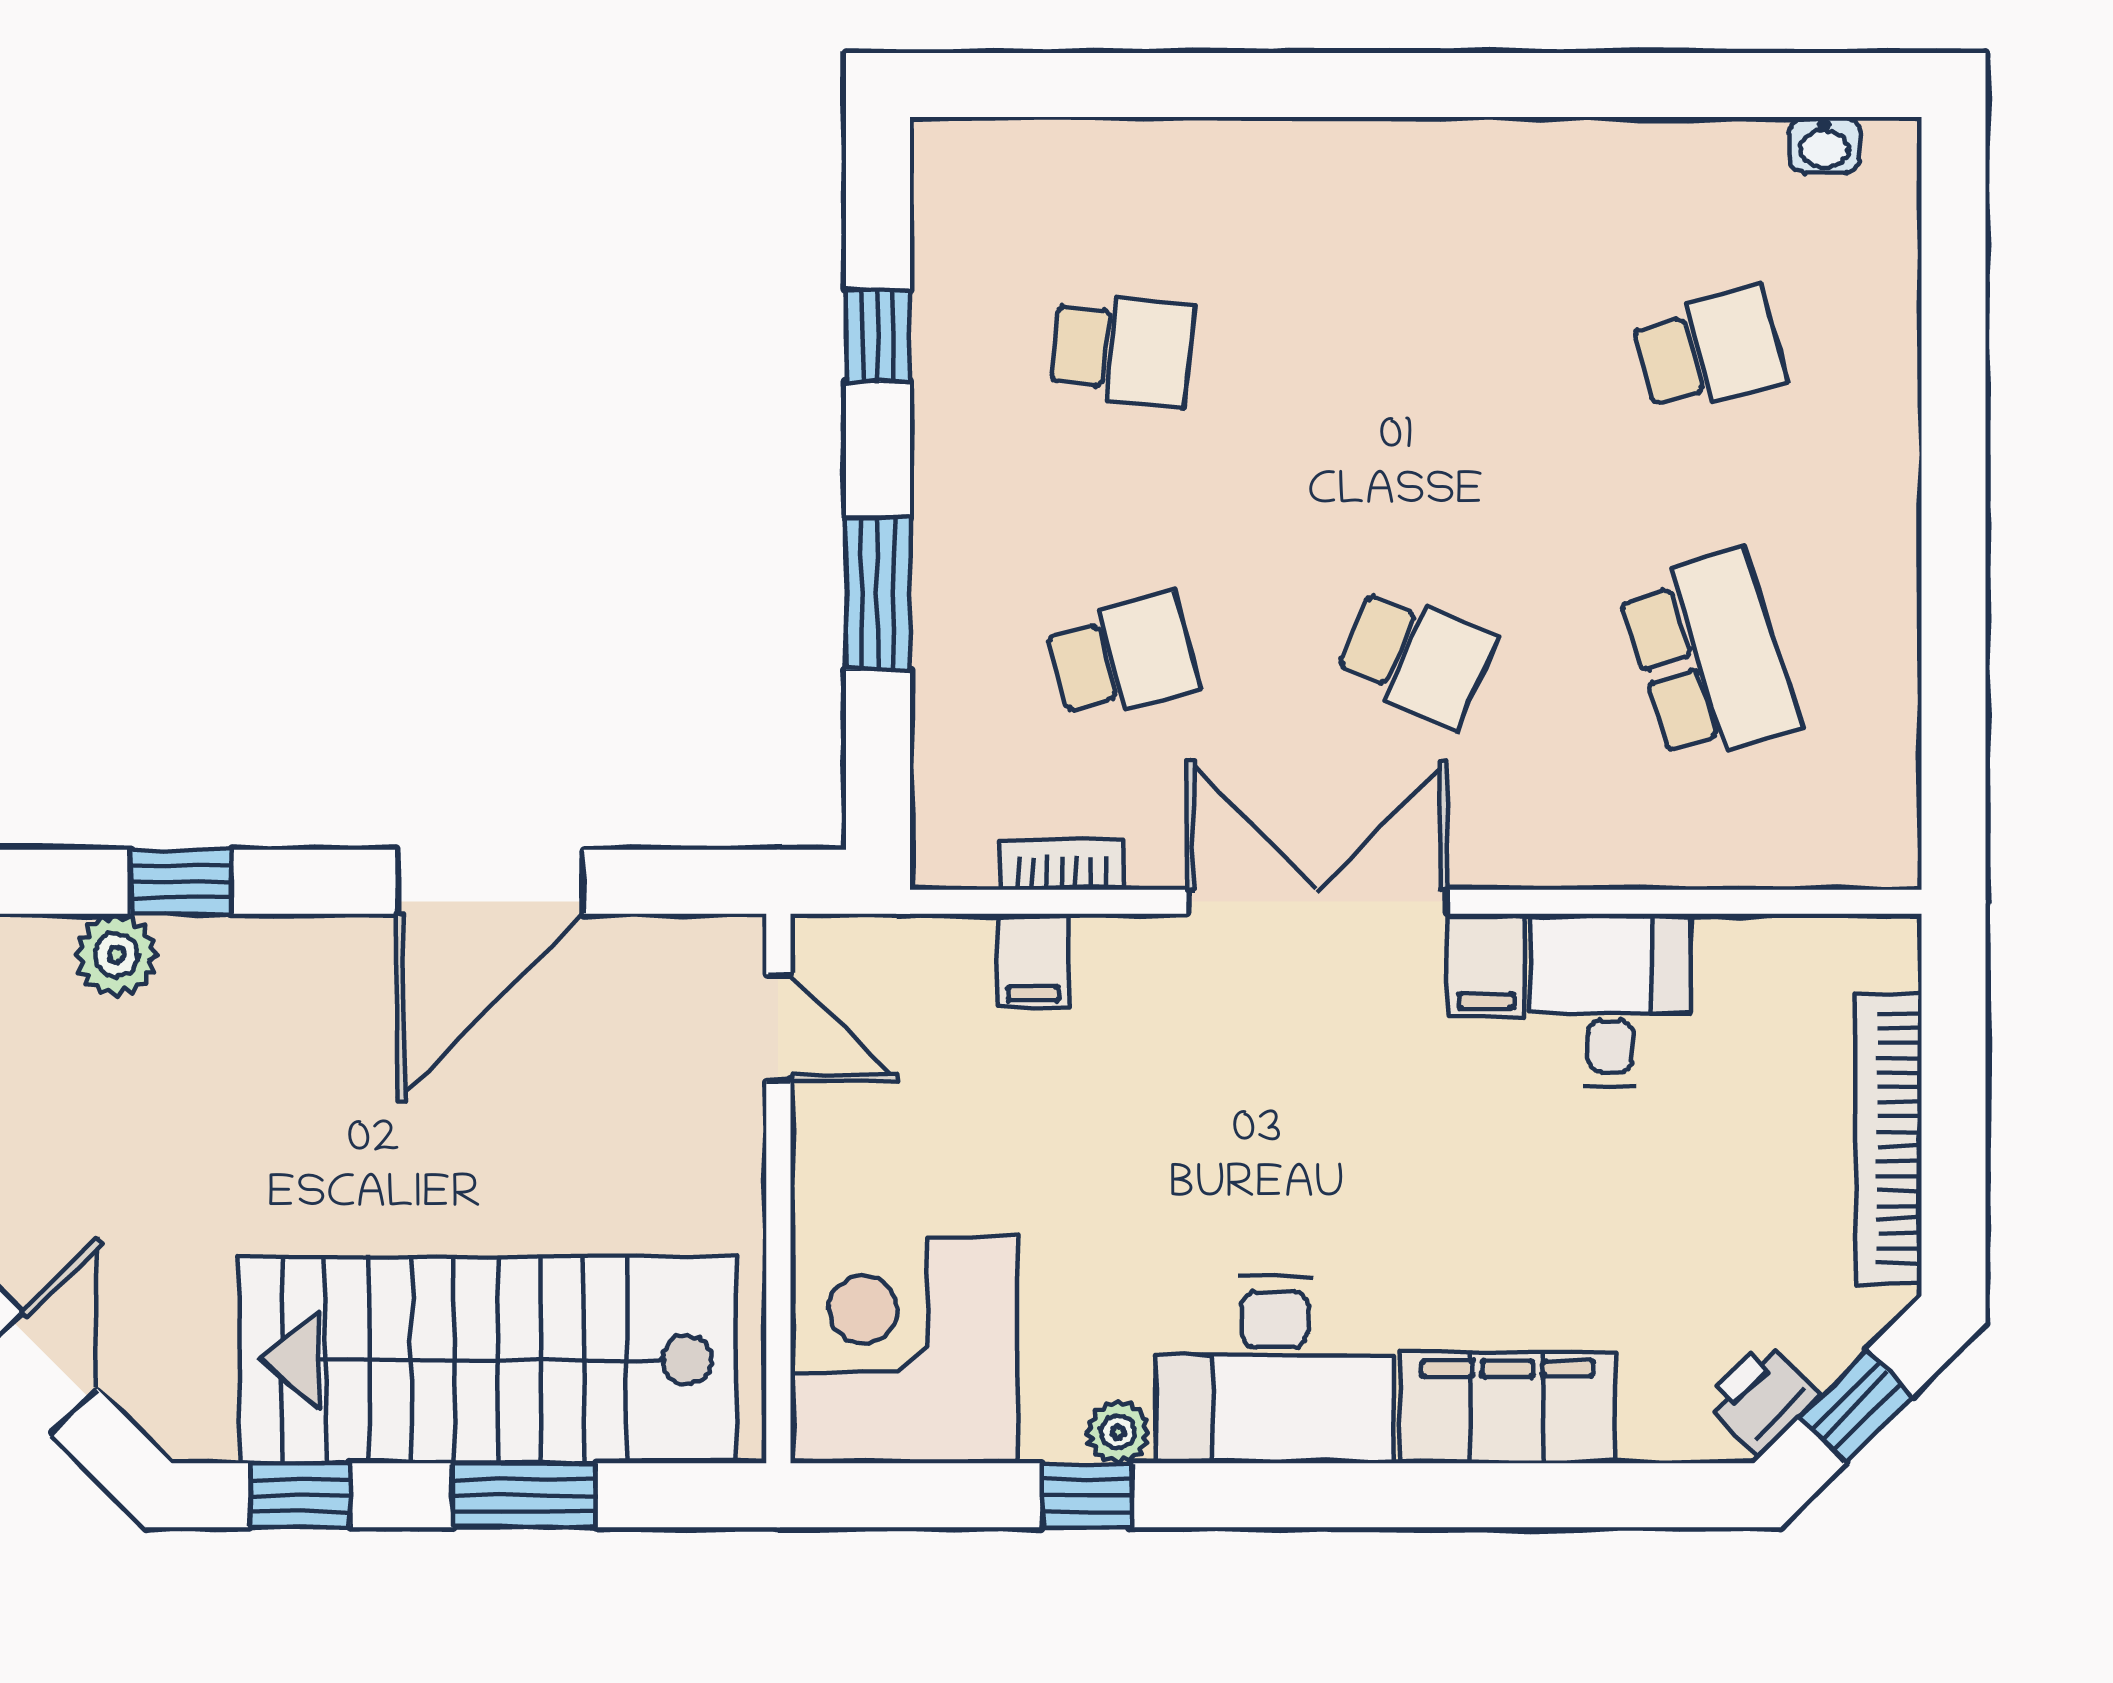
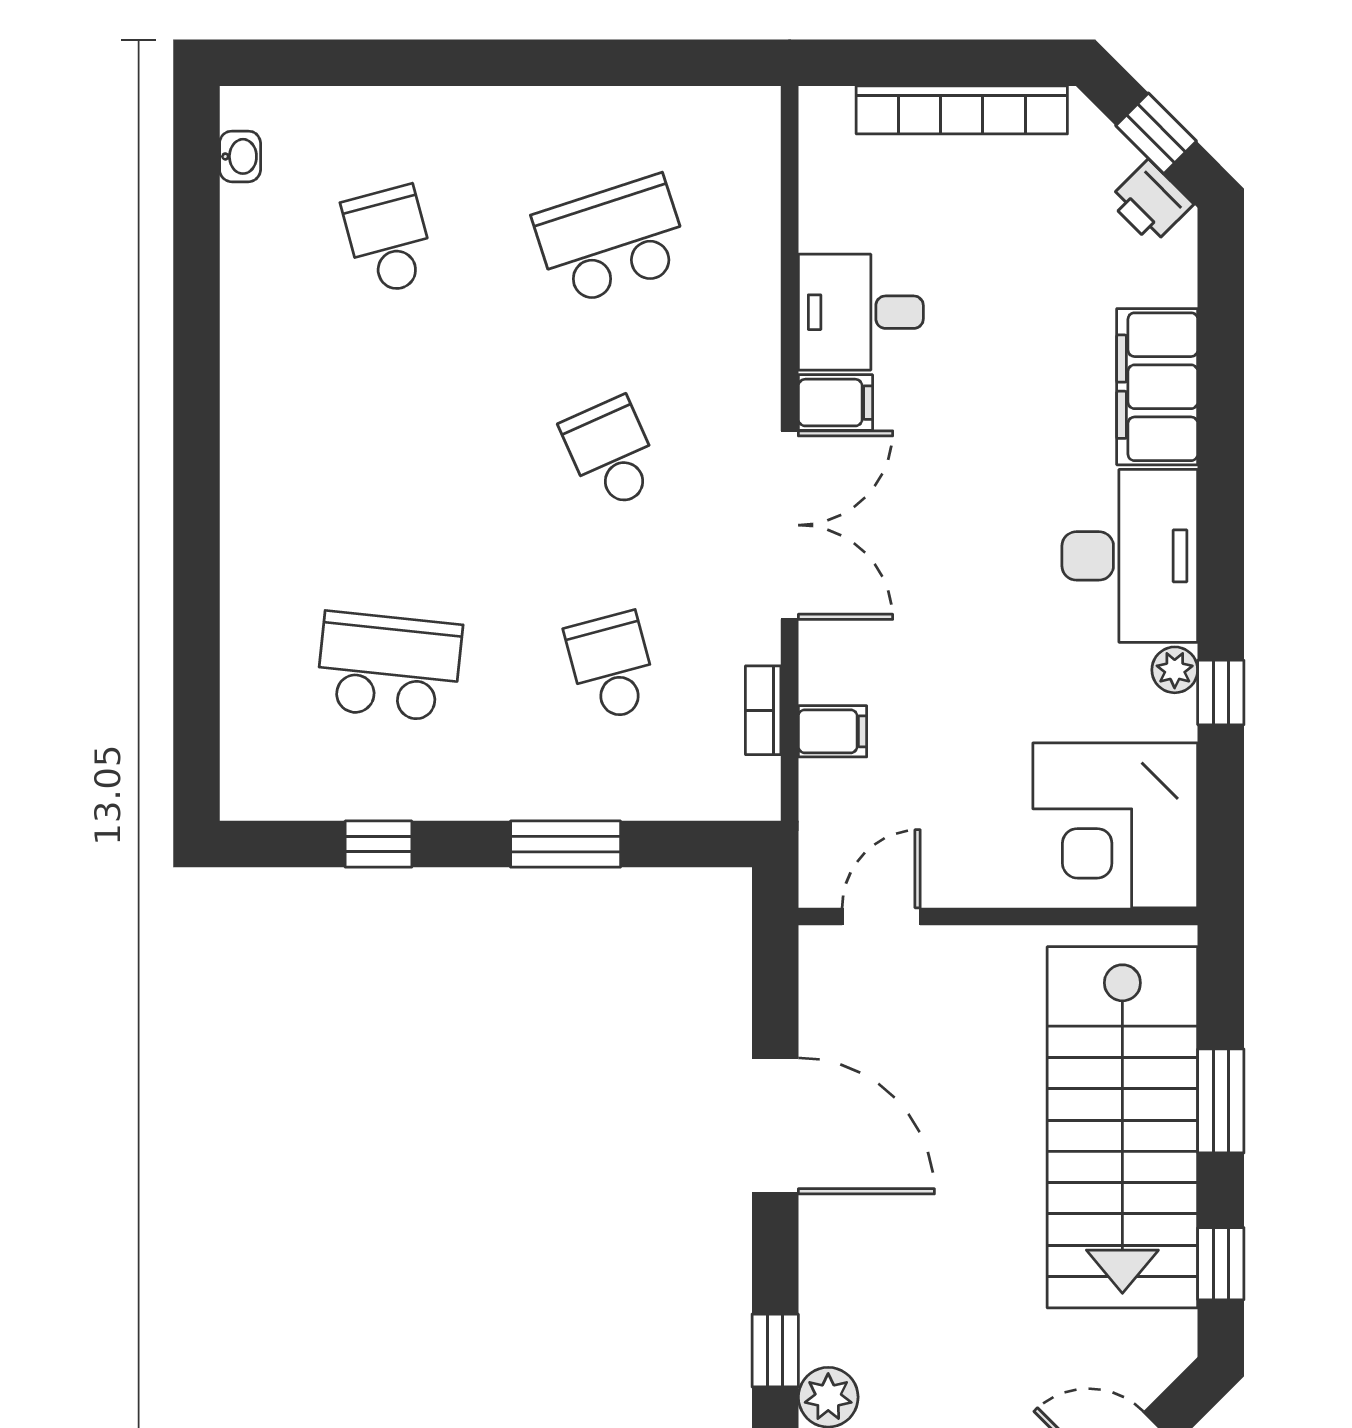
school desk: (1122, 350) -> (389, 667), width x1.85
school desk: (1416, 657) -> (612, 453), turned -48
double door: (1317, 902) -> (790, 525), swing flipped

